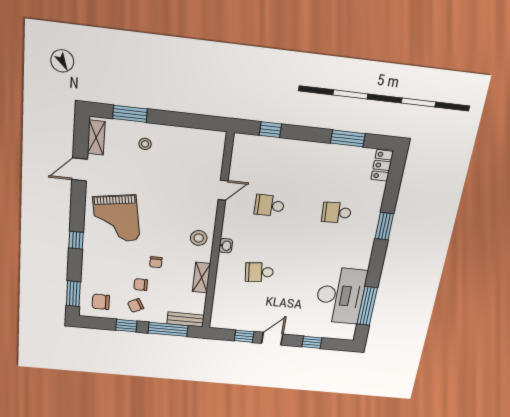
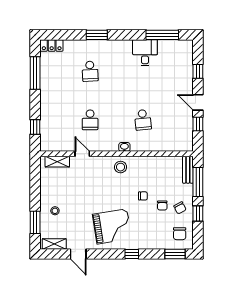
window: (348, 138) -> (35, 73), width x1.44
shelving: (201, 278) -> (57, 162), moved
desk: (340, 295) -> (145, 53), width x0.53, depth x0.77

